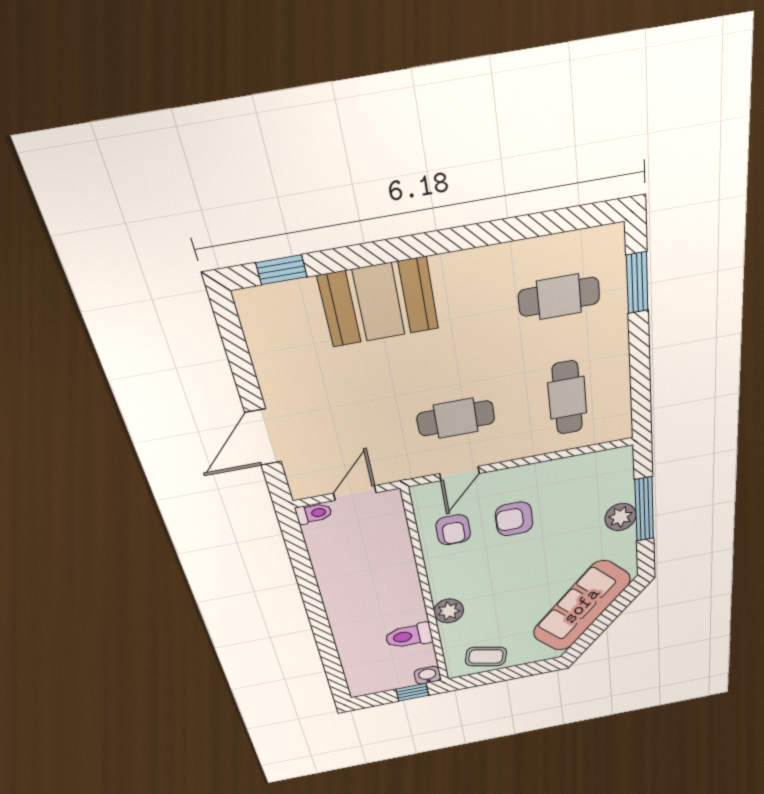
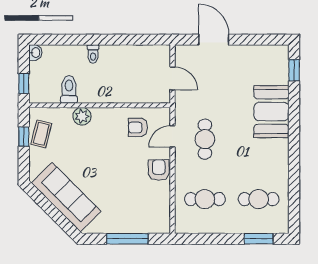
cafe table: (559, 297) -> (259, 199), turned 90
door: (459, 473) -> (172, 136), hinge flipped
toilet: (314, 513) -> (93, 54), moved
plant: (620, 517) -> (125, 224), removed
armchair: (514, 519) -> (159, 170), moved
washbasin: (428, 675) -> (35, 53), moved
window: (494, 676) -> (24, 137), added

